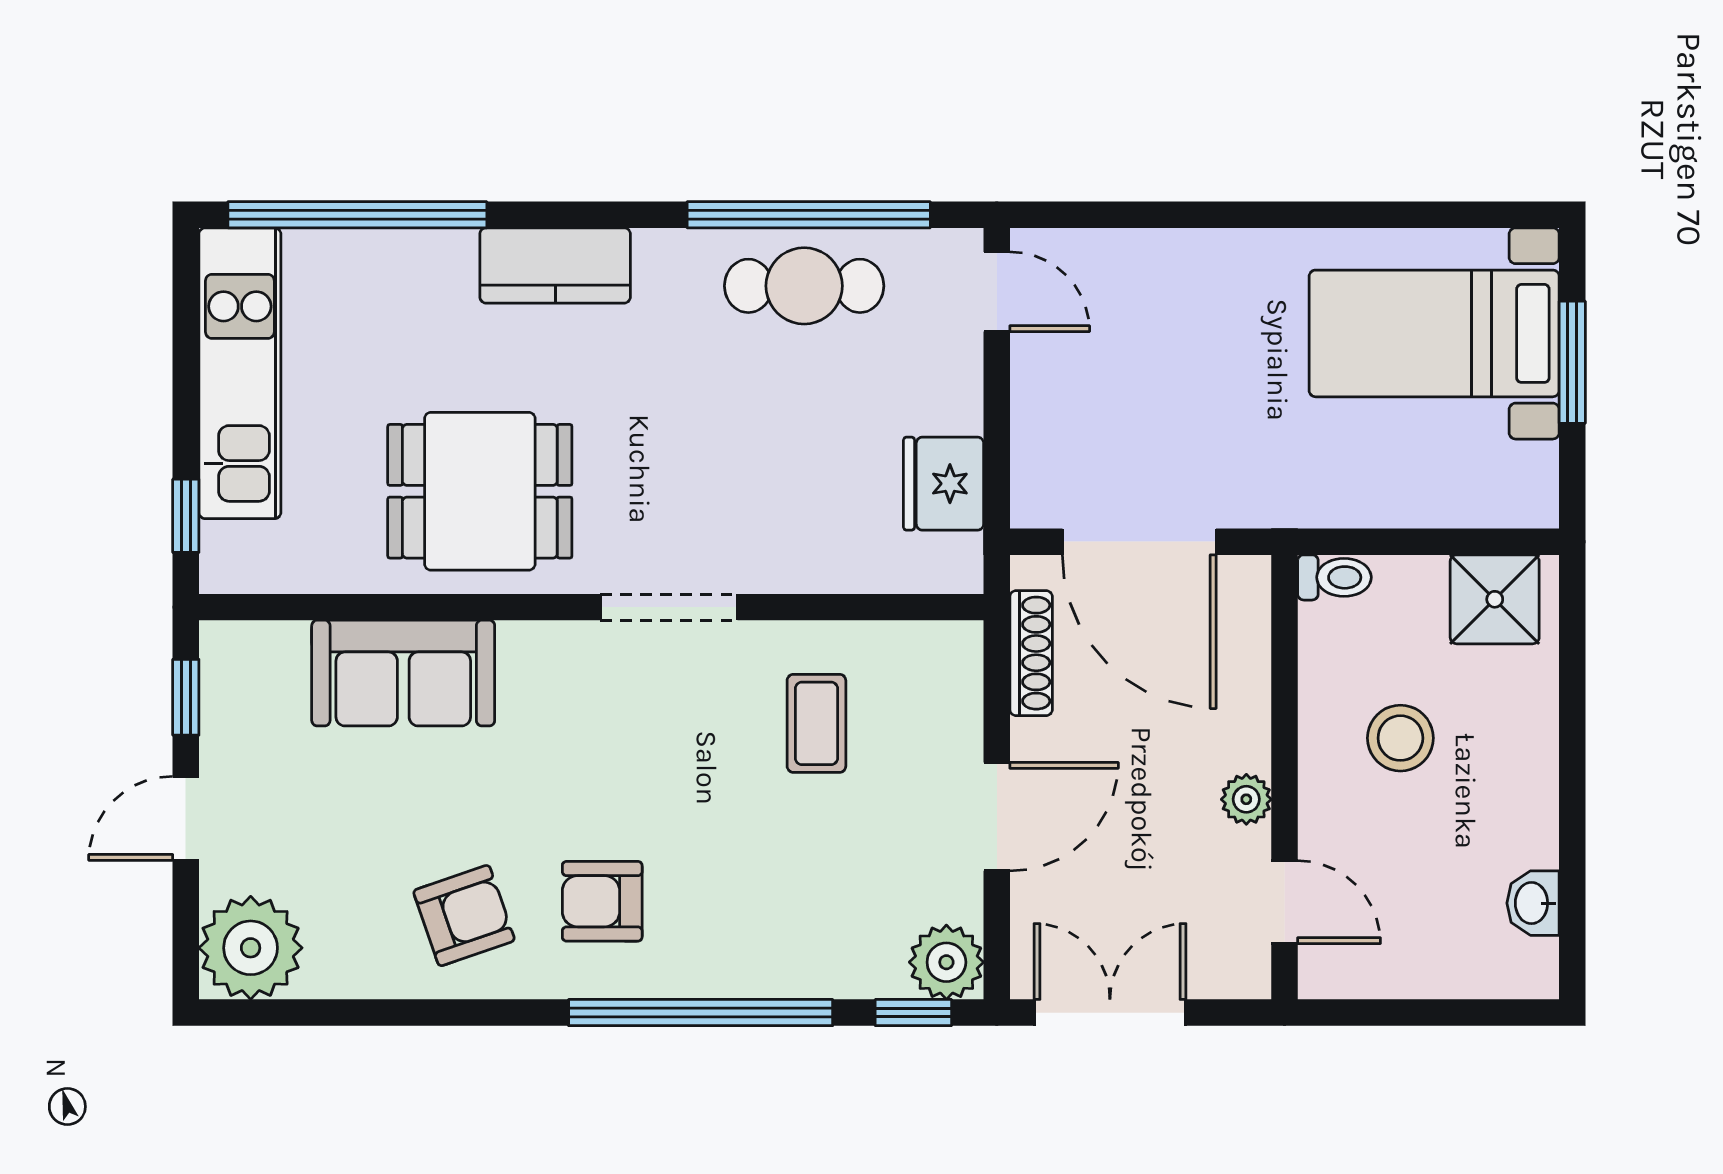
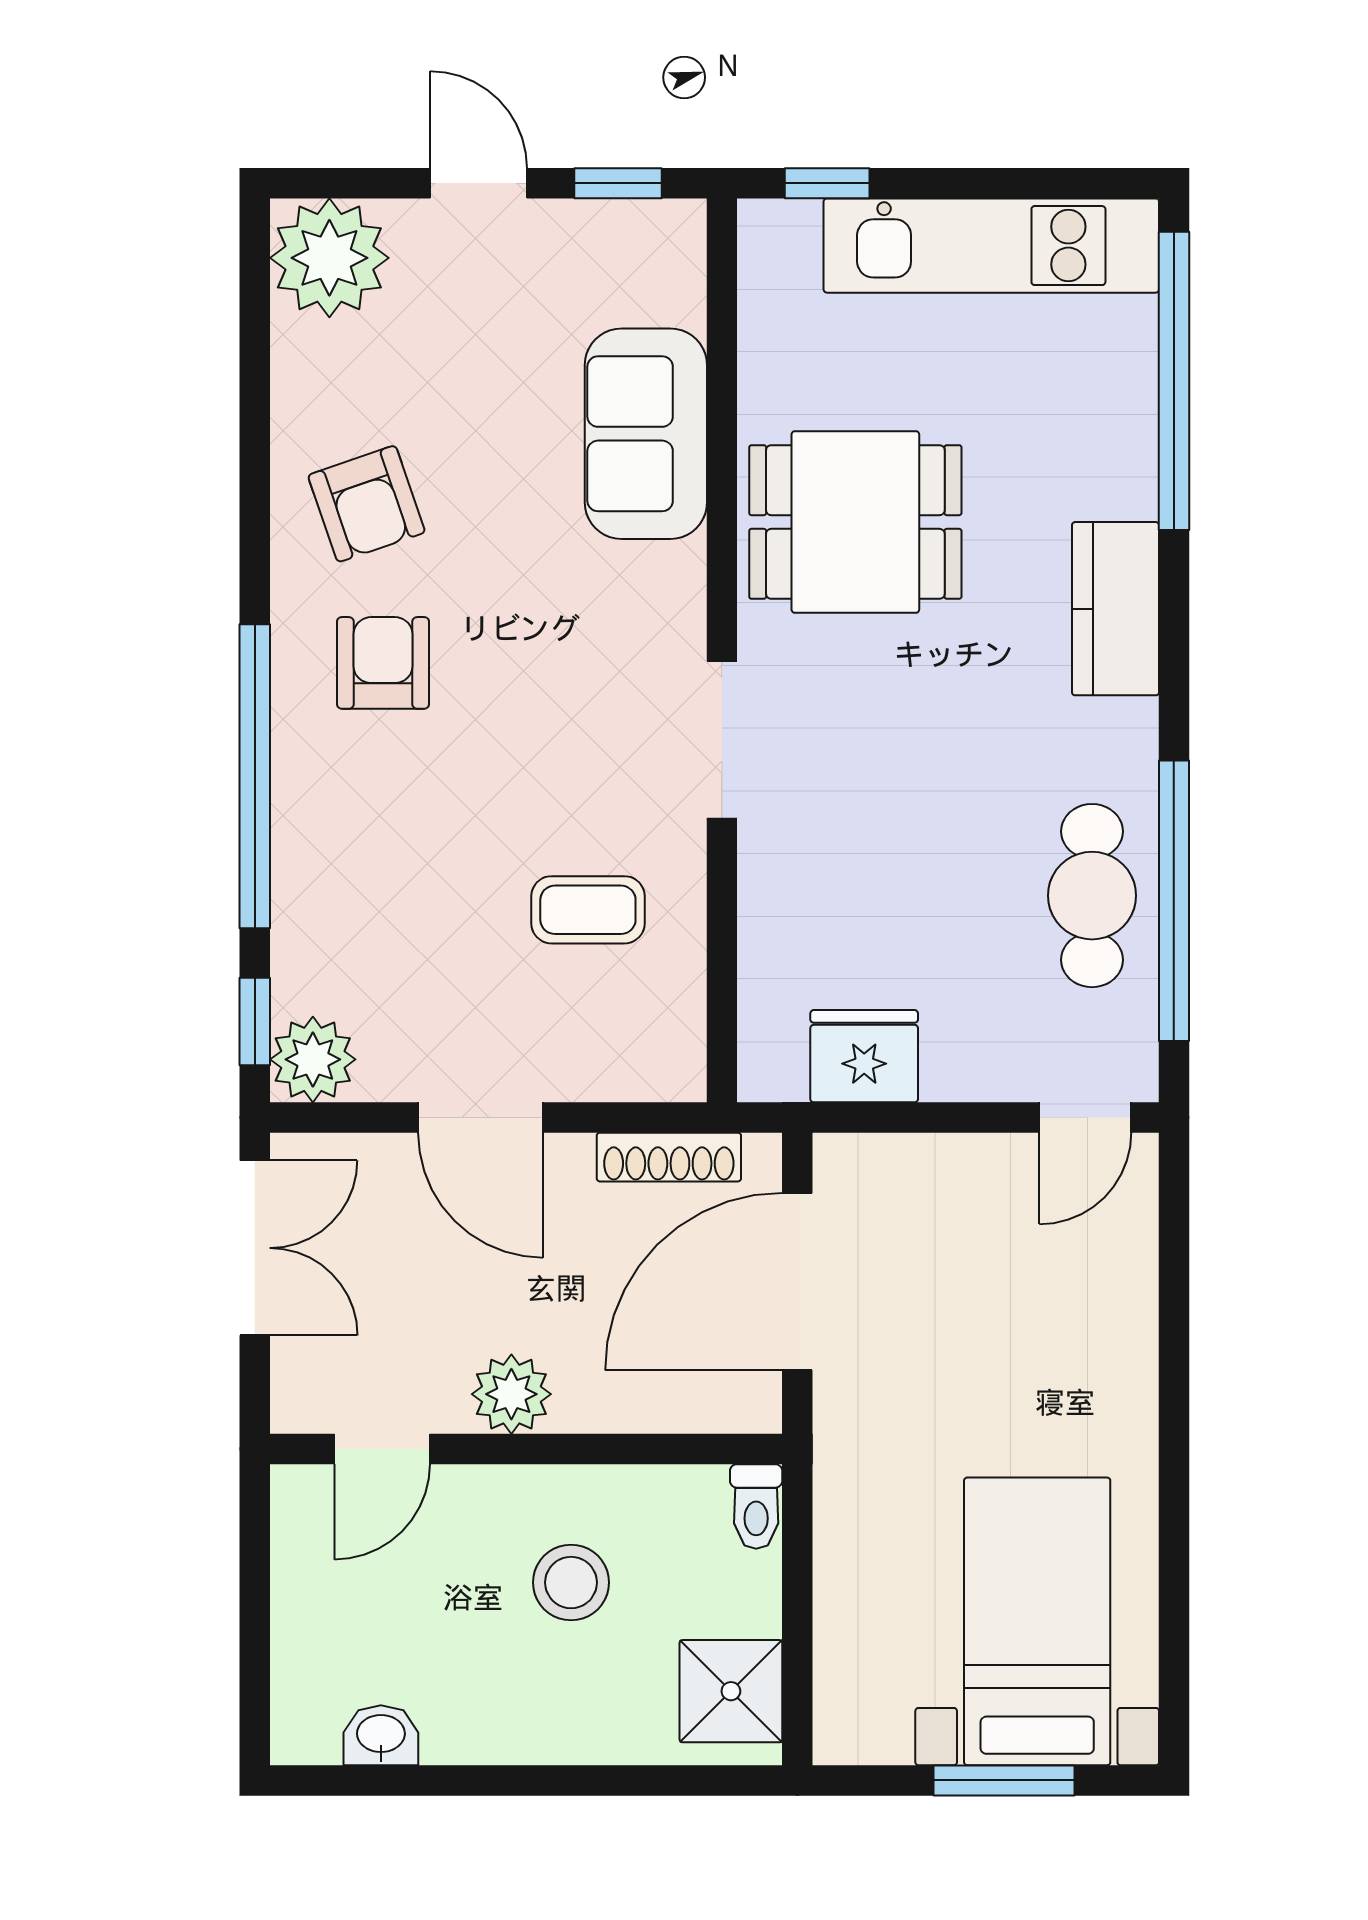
dining table: (480, 491) -> (855, 522), turned 90
plant: (1246, 799) -> (511, 1394), width x1.38, depth x1.38

